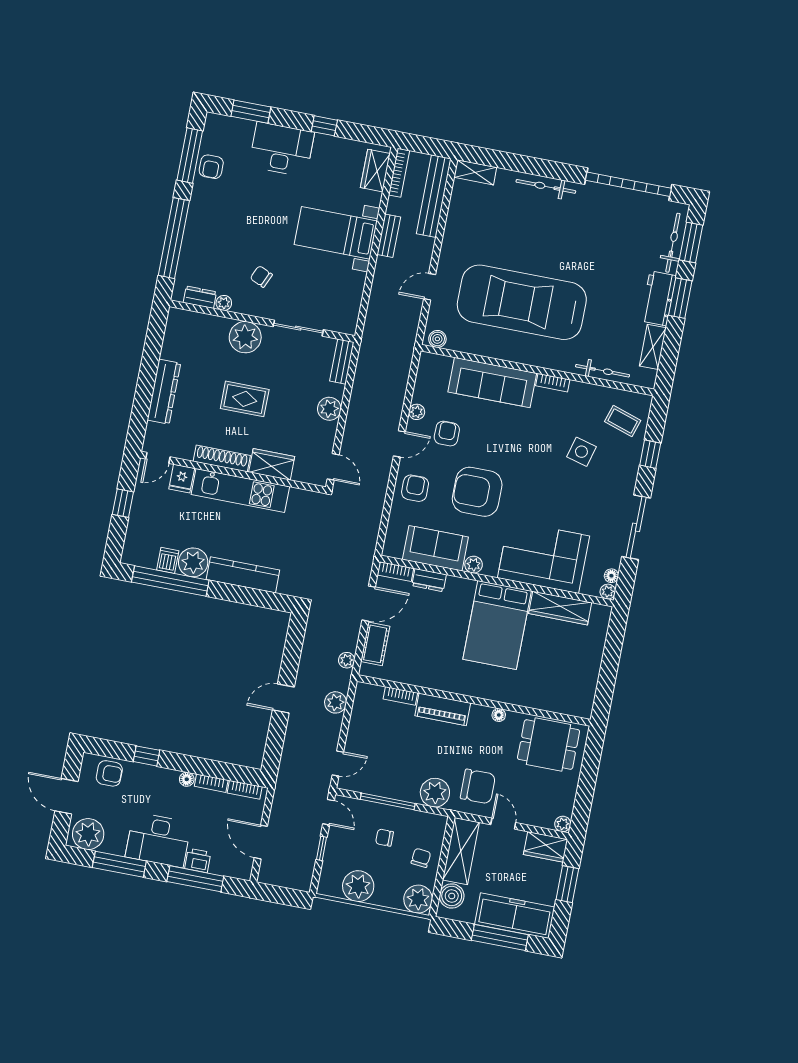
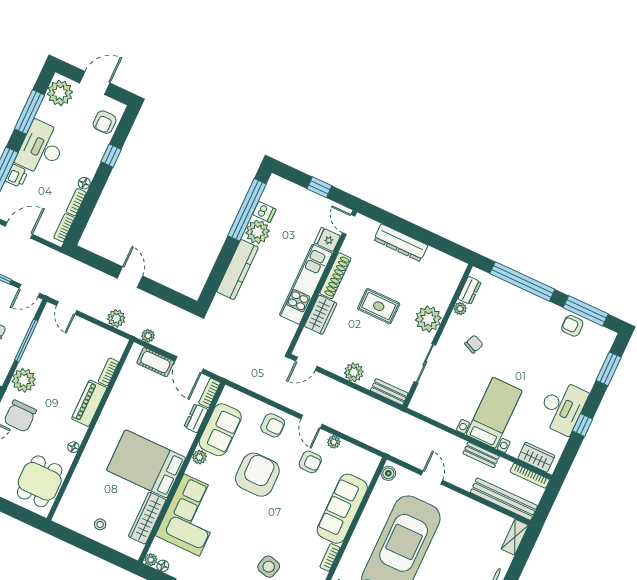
desk: (282, 149) -> (562, 407), moved
rug: (245, 399) -> (379, 306), turned 90
stool: (581, 661) -> (100, 524), added

